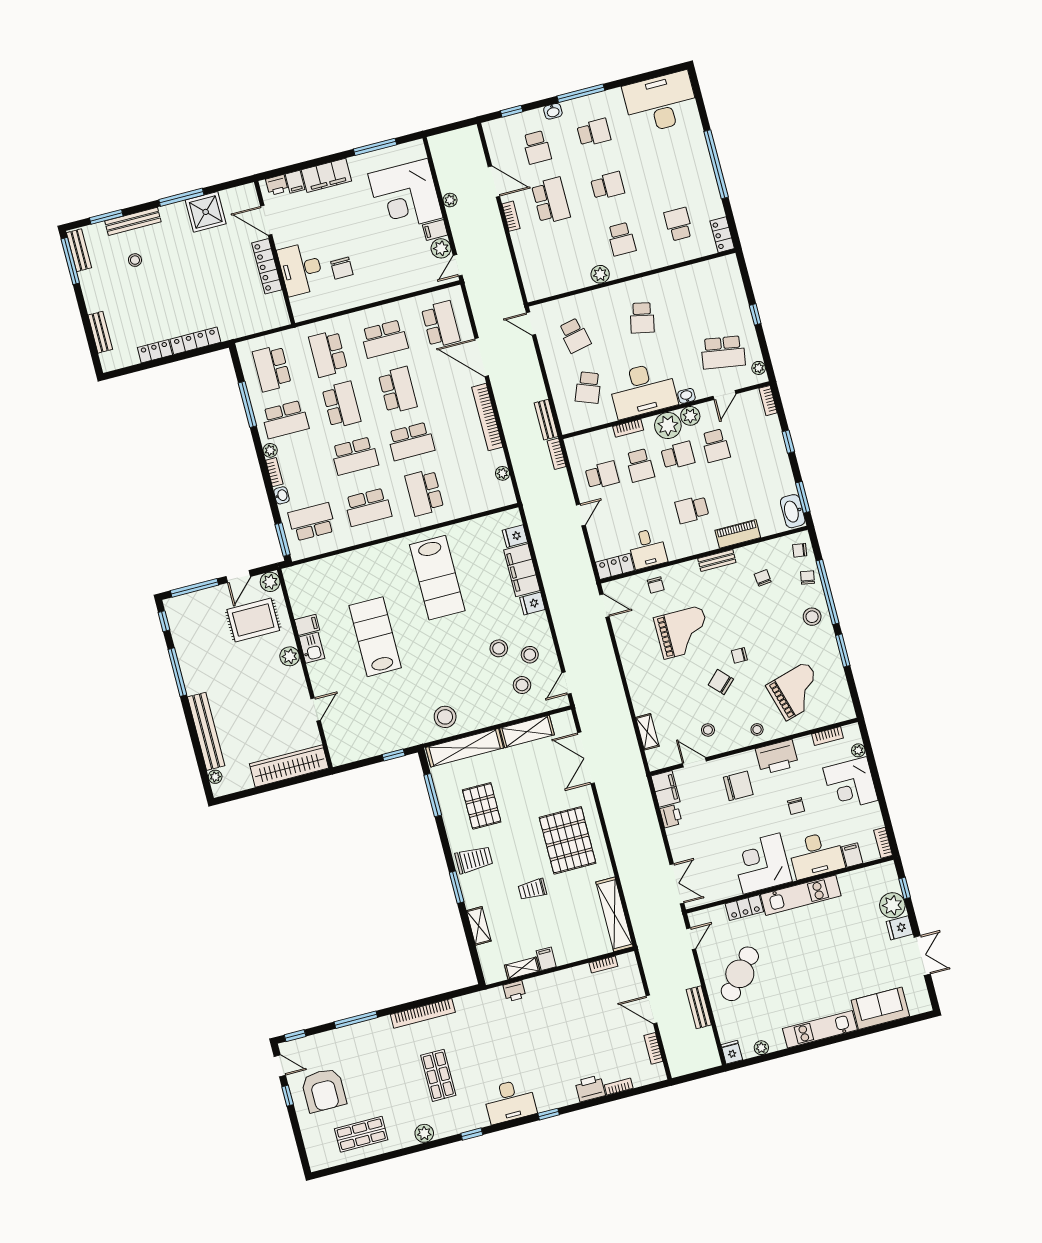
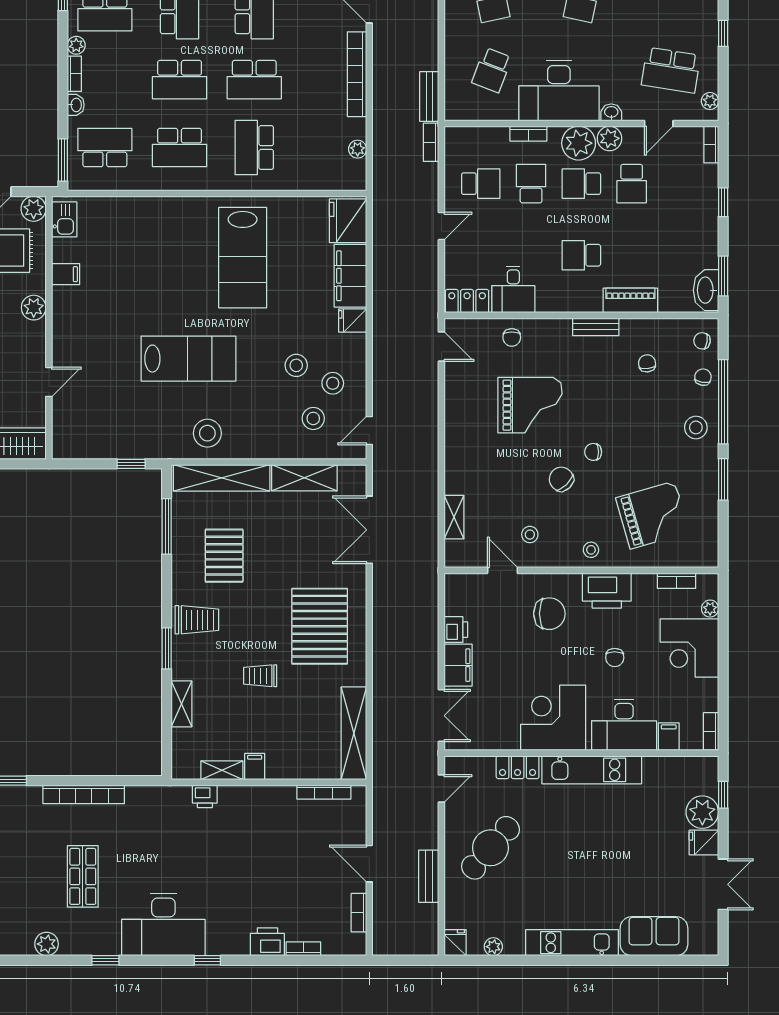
school desk: (678, 455) -> (581, 184), turned 180
school desk: (640, 465) -> (531, 184), turned 180
fridge: (515, 536) -> (348, 221), width x1.88, depth x1.34
lab bench: (375, 637) -> (188, 359), moved, turned 90
kitchen sink: (312, 648) -> (64, 219), moved
filing cabinet: (666, 789) -> (458, 665), moved
bookcase: (603, 964) -> (324, 792), width x1.56
desk: (510, 1101) -> (163, 924), width x1.36, depth x1.30

